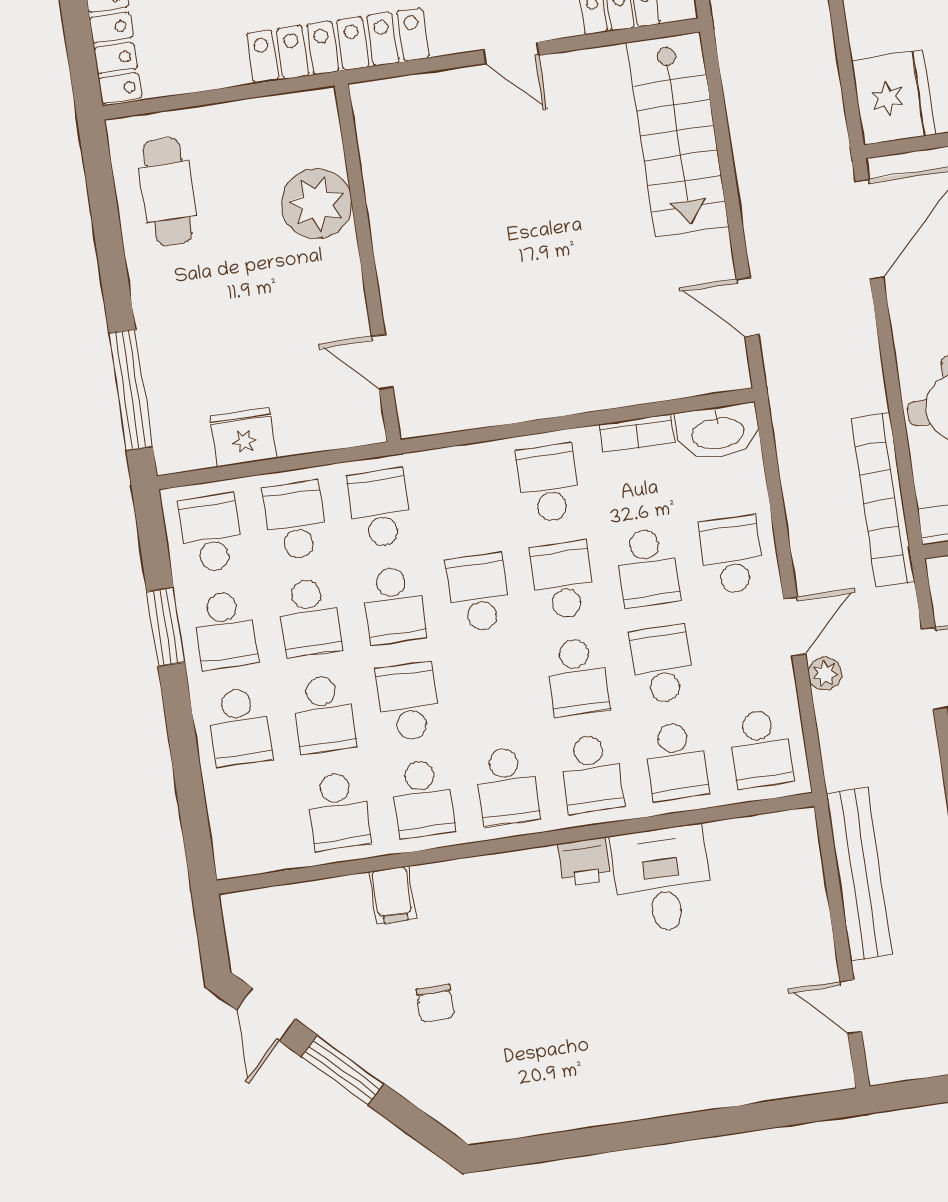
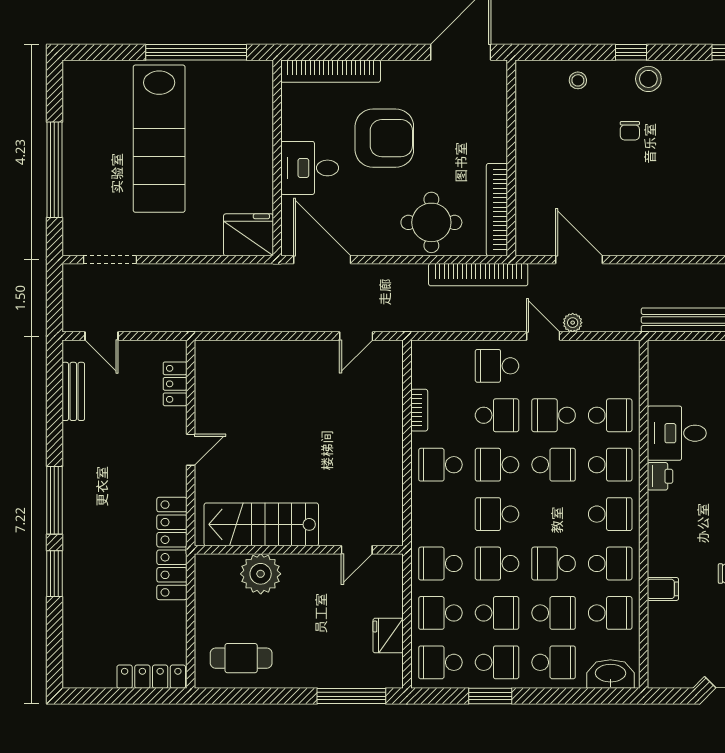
stairs: (678, 134) -> (261, 524), moved, turned 180
washbasin: (718, 432) -> (610, 674), moved, turned -90
school desk: (394, 605) -> (497, 564), turned 180
school desk: (760, 749) -> (610, 366), removed

